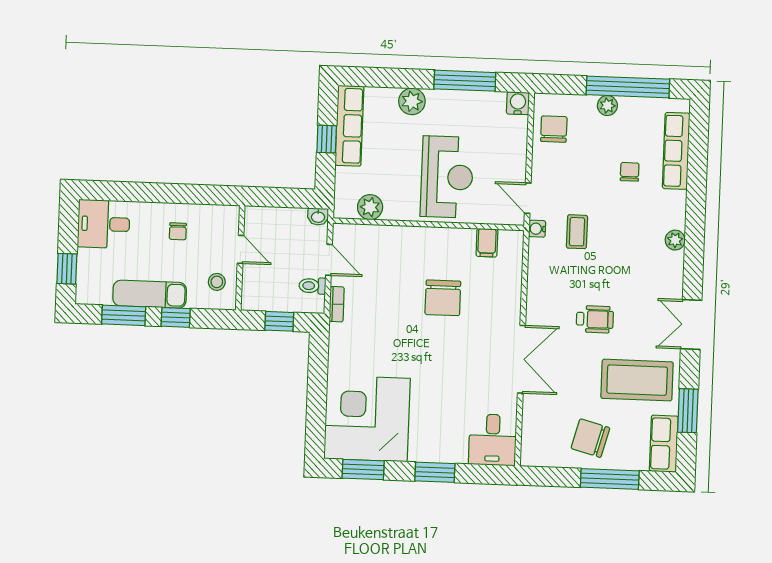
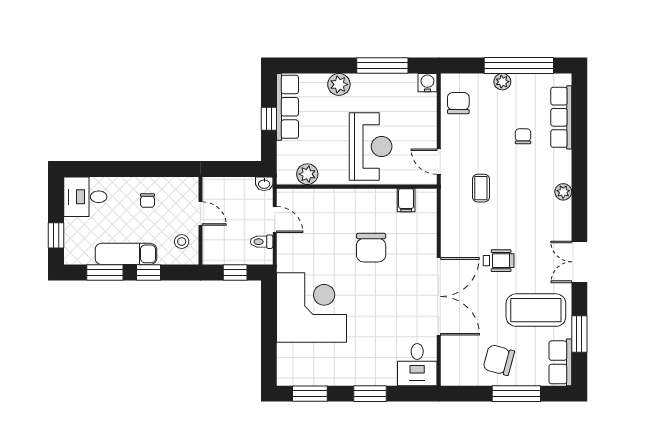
water cooler: (537, 229) -> (448, 187), removed
bookcase: (337, 304) -> (283, 256), removed
double door: (522, 359) -> (439, 296), width x1.36
corner desk: (367, 419) -> (312, 307), moved, turned 90

